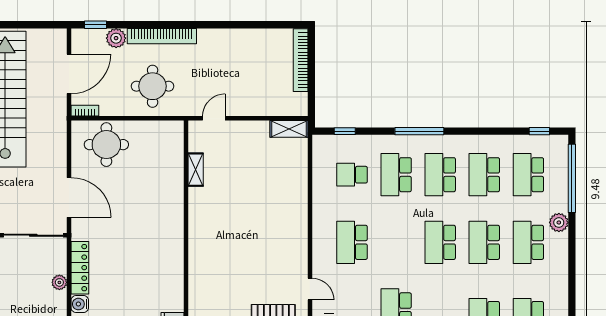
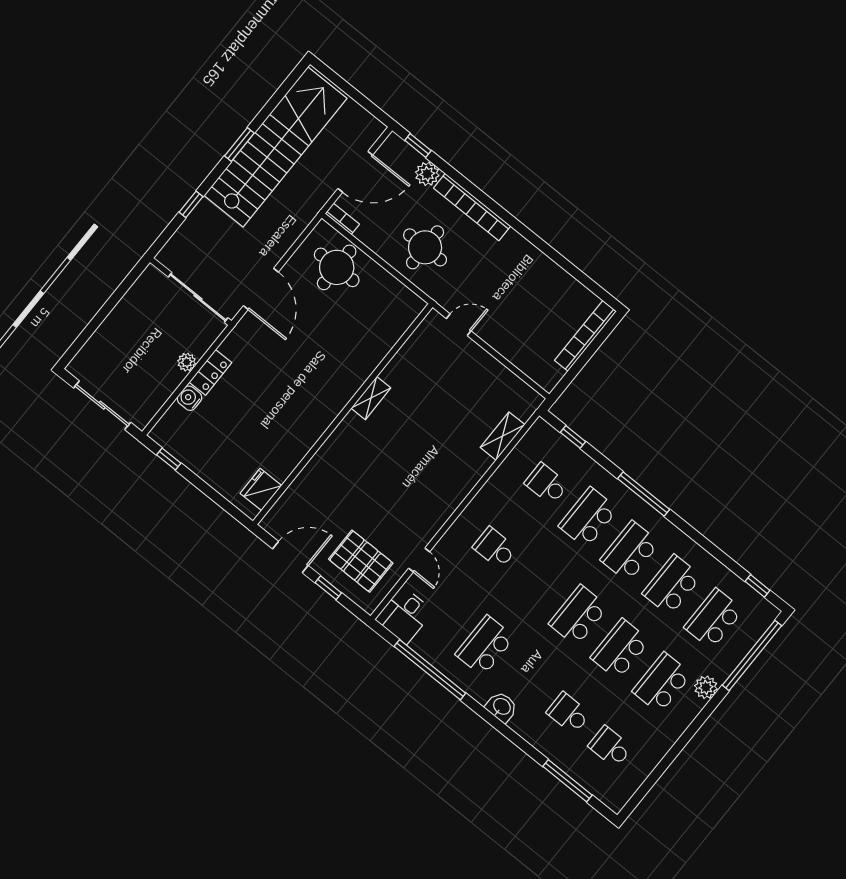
shelving: (289, 129) -> (503, 436), moved, turned 90
shelving: (196, 170) -> (371, 398), moved
school desk: (352, 242) -> (495, 548), width x0.54
locker: (80, 268) -> (210, 372), width x0.66

